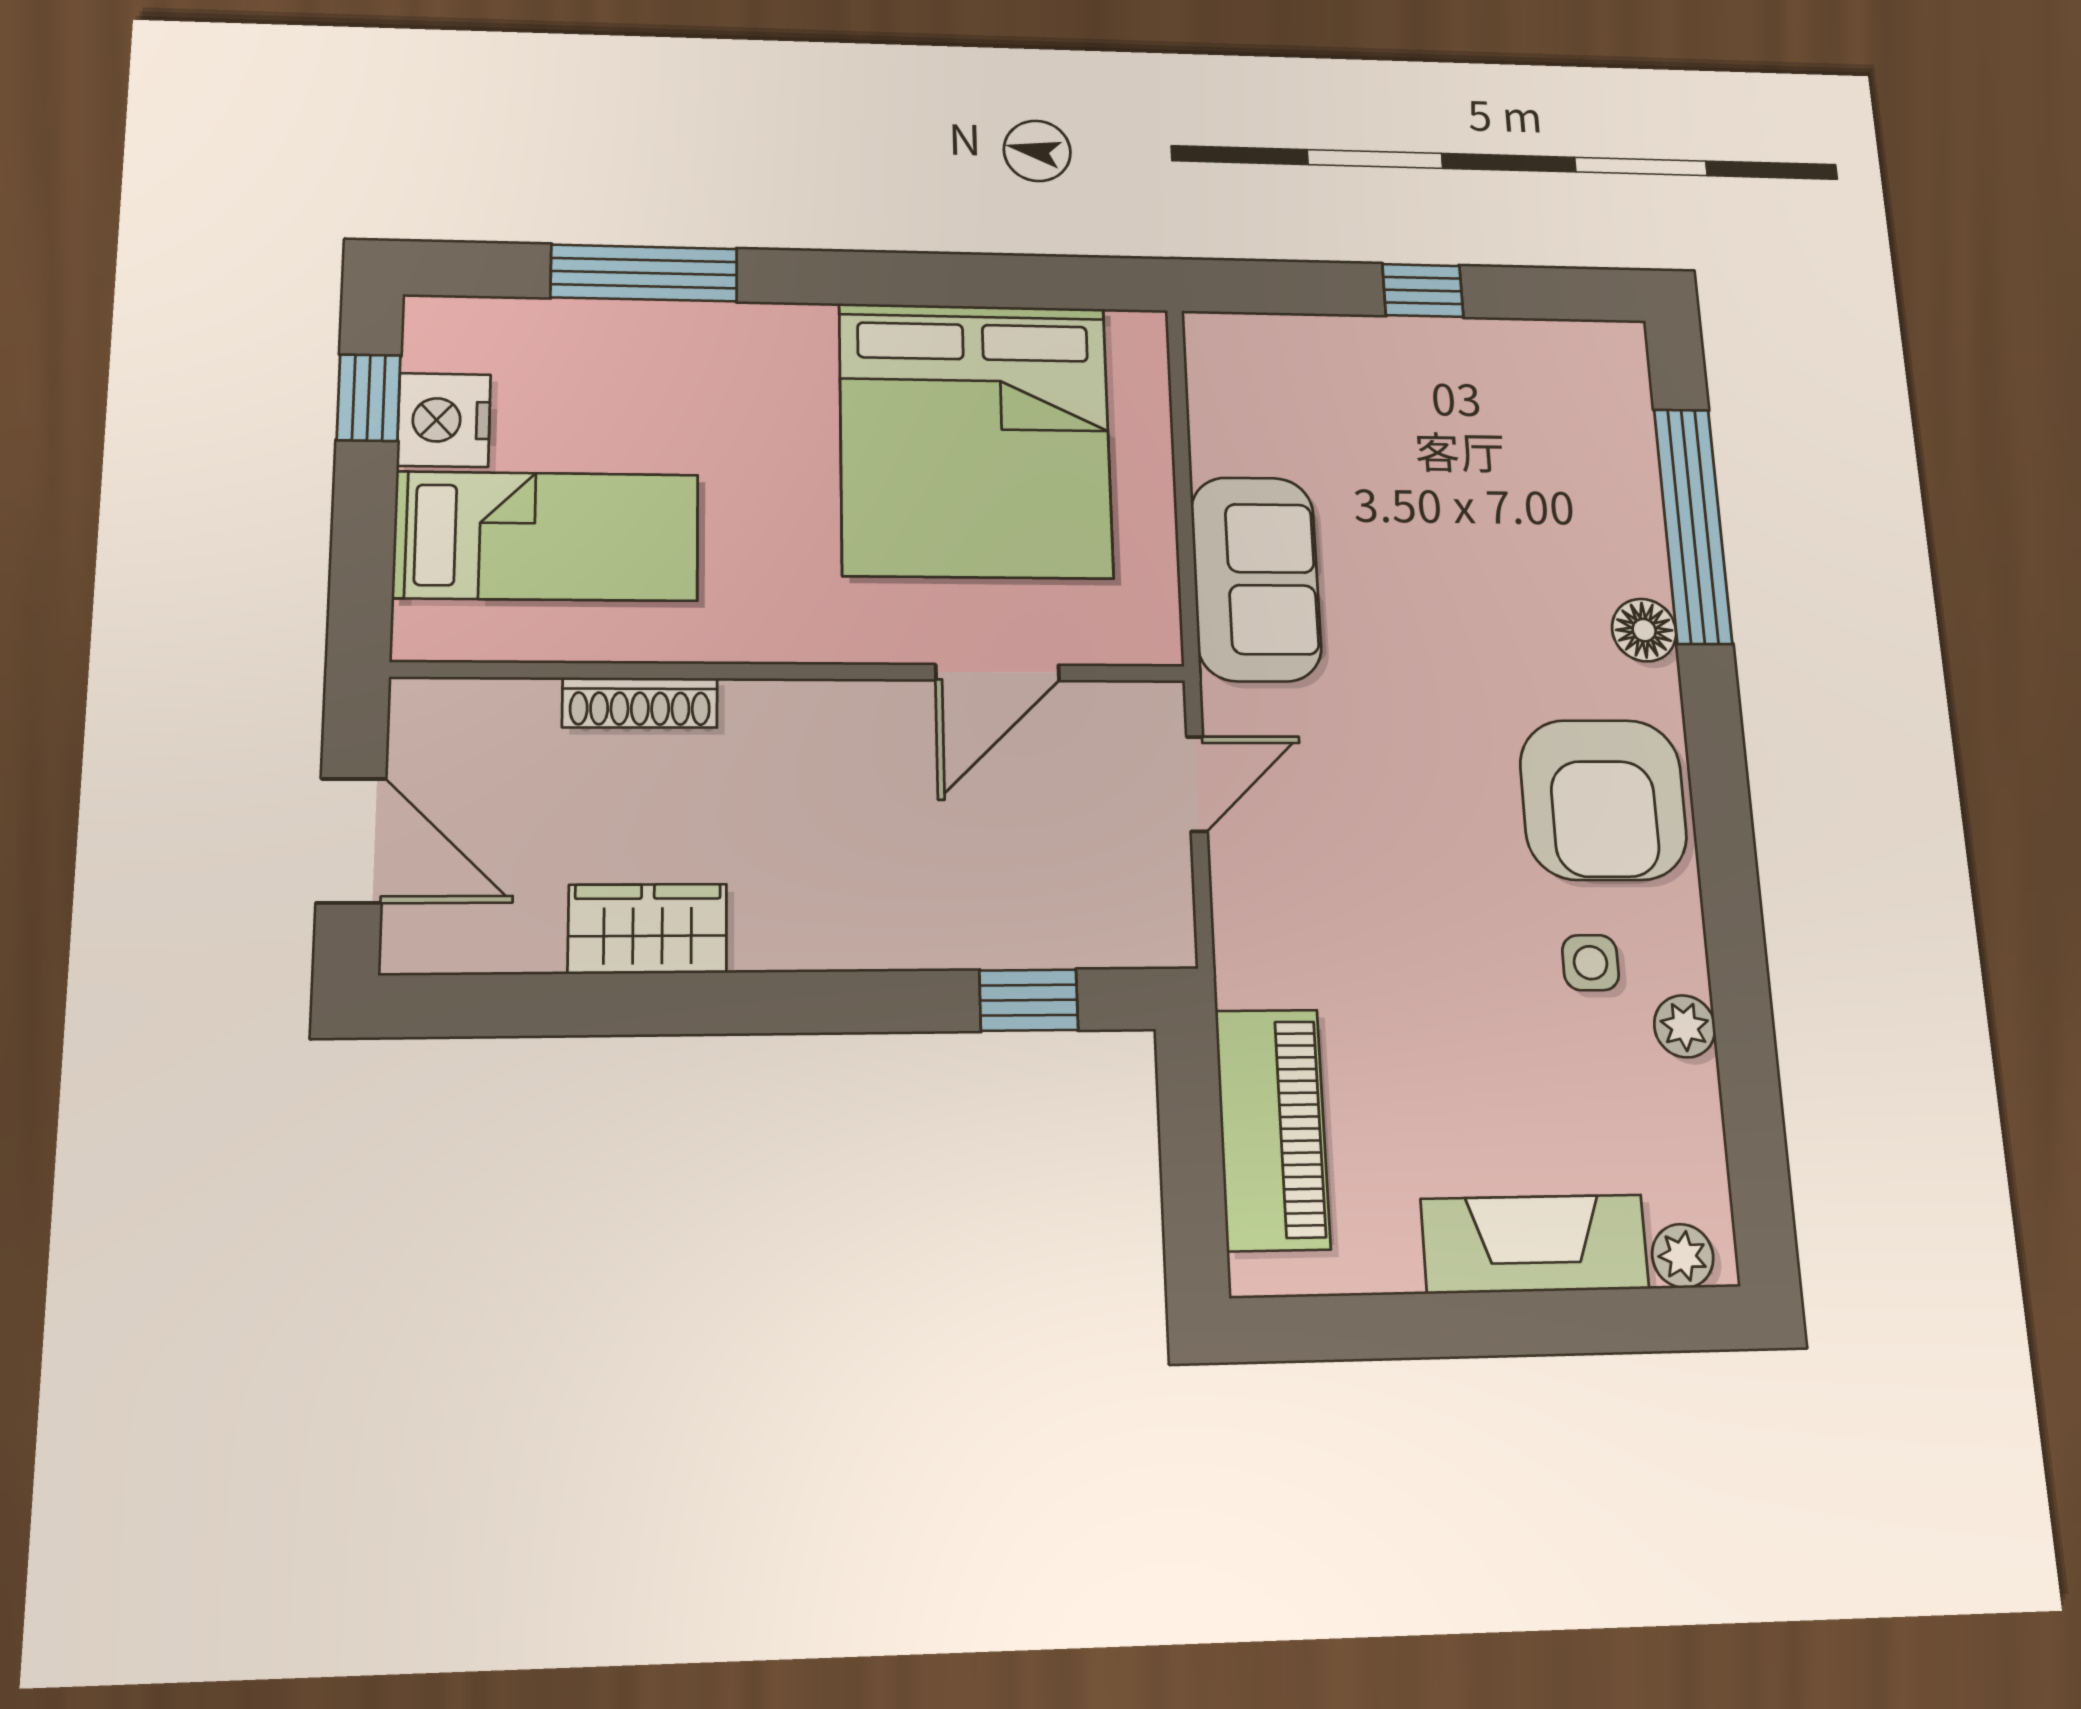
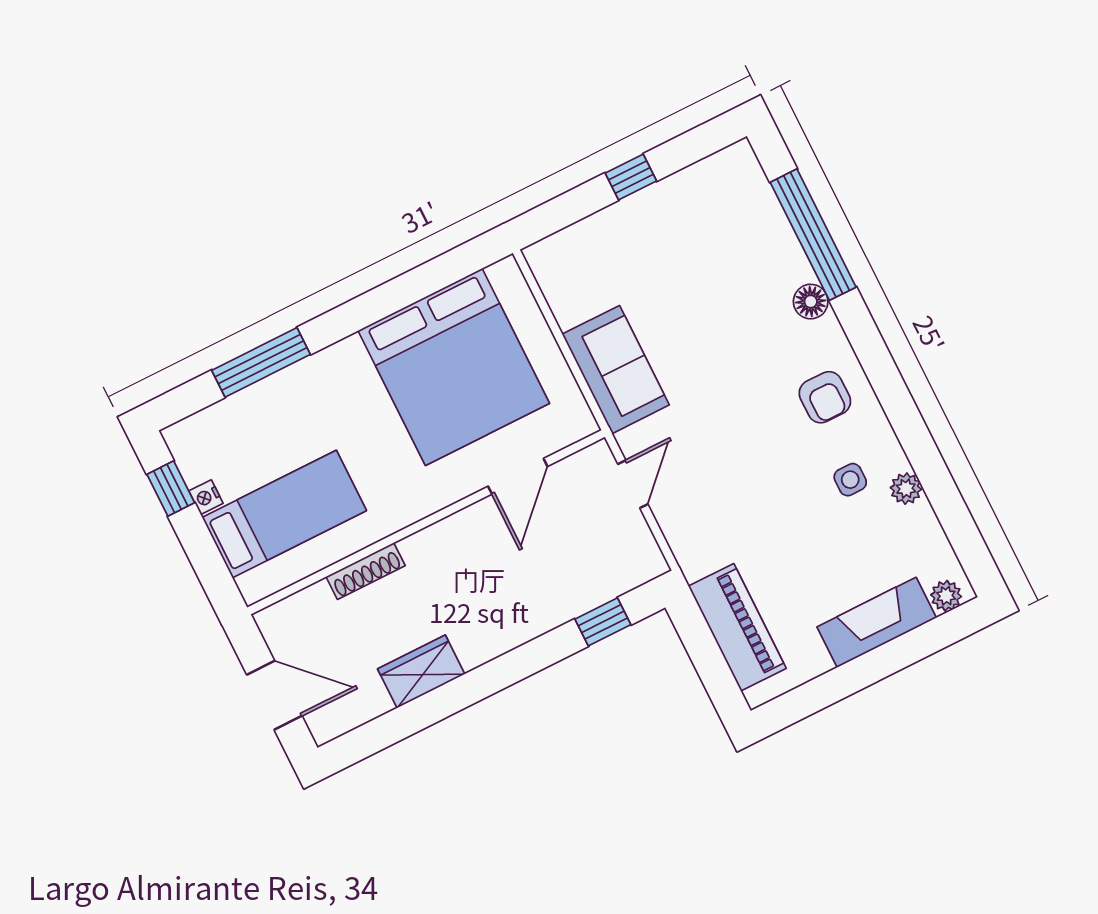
nightstand: (444, 420) -> (206, 497), width x0.53, depth x0.56
armchair: (1603, 800) -> (825, 397), width x0.53, depth x0.53

